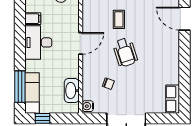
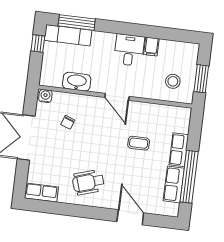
door: (185, 19) -> (130, 217), hinge flipped
desk: (38, 42) -> (129, 50), width x0.73
wheelchair: (125, 52) -> (88, 182), moved
washbasin: (72, 91) -> (77, 82), moved

